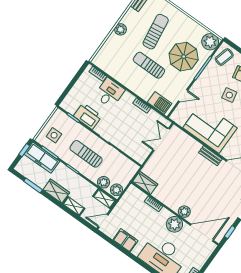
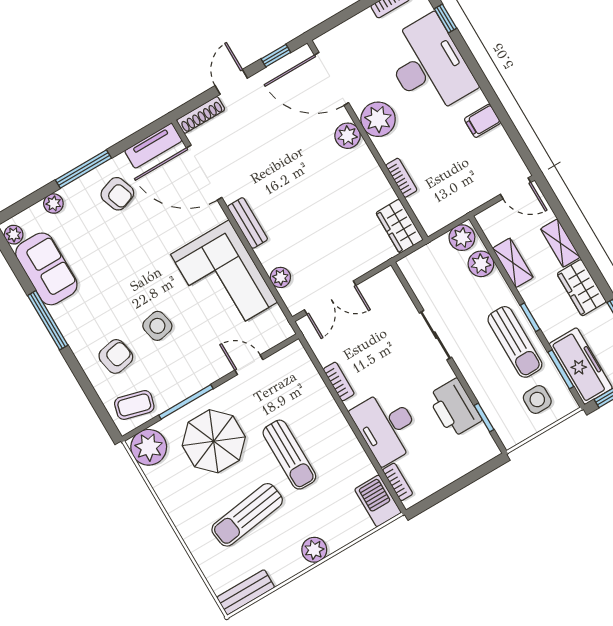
desk: (110, 93) -> (387, 427), width x1.37
barbecue: (159, 103) -> (378, 501), moved
plant: (186, 139) -> (280, 277), added
sun lounger: (86, 154) -> (515, 342), moved
shelving: (104, 199) -> (513, 263), moved
filing cabinet: (125, 240) -> (482, 121), width x0.50

